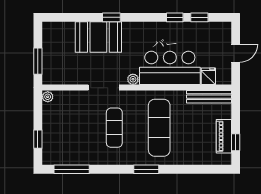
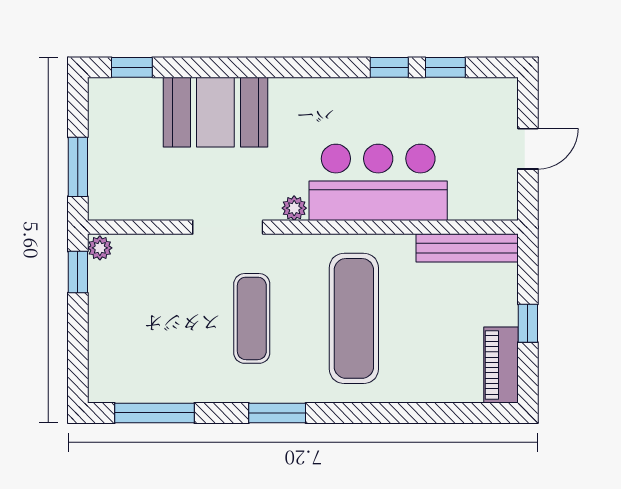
window: (111, 17) -> (132, 67), moved
fridge: (208, 76) -> (466, 201), removed
piano: (224, 136) -> (501, 365), moved
window: (38, 139) -> (78, 272), moved
window: (236, 142) -> (528, 323), moved
window: (146, 169) -> (277, 413), moved

